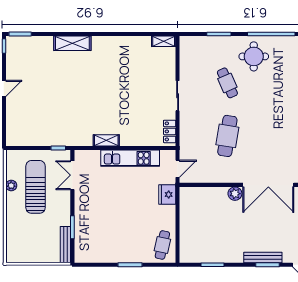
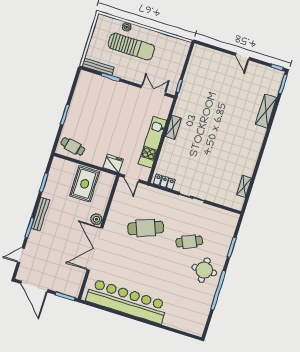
shelving: (164, 41) -> (244, 186), moved
shelving: (72, 43) -> (266, 111), moved
cafe table: (227, 136) -> (146, 228), turned -30
plant: (11, 186) -> (127, 27), moved
sun lounger: (36, 187) -> (131, 47), moved
rug: (200, 219) -> (85, 184), added
bench: (263, 258) -> (40, 214), moved

